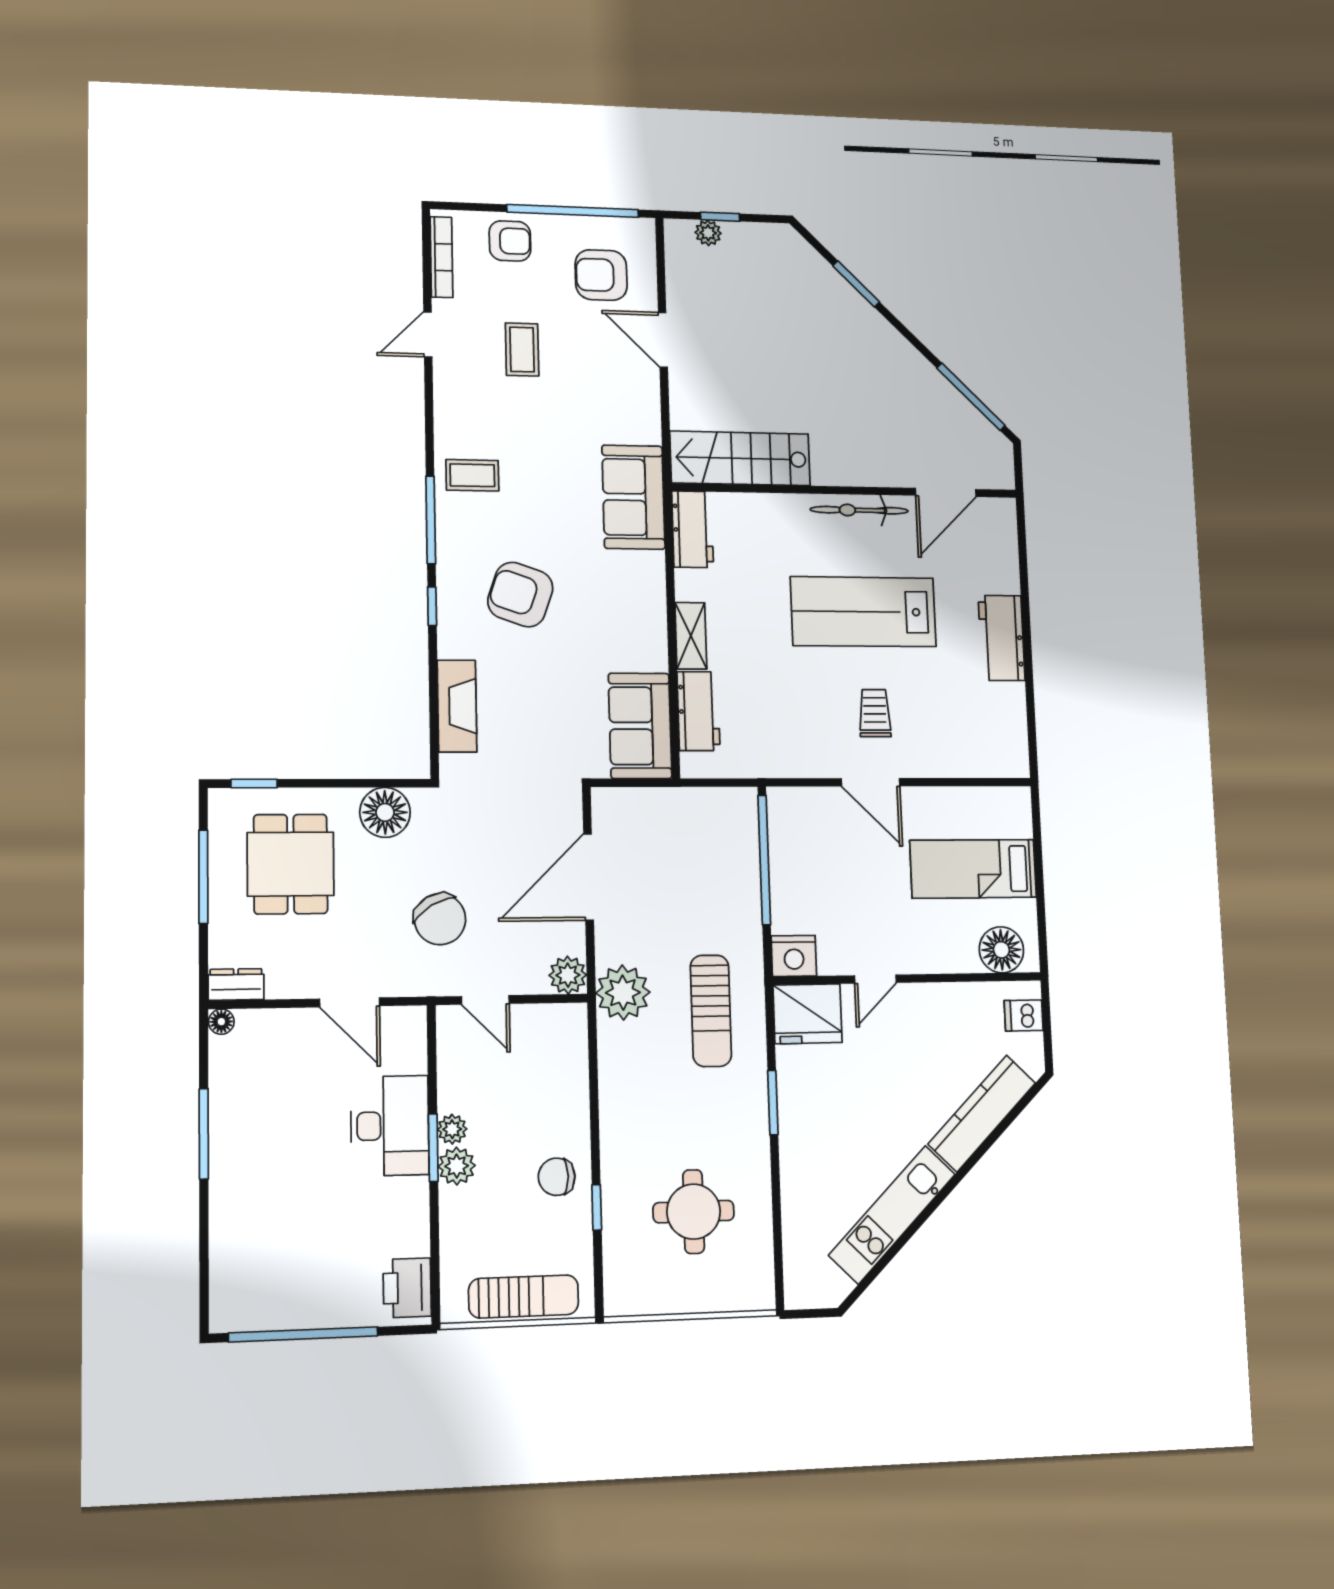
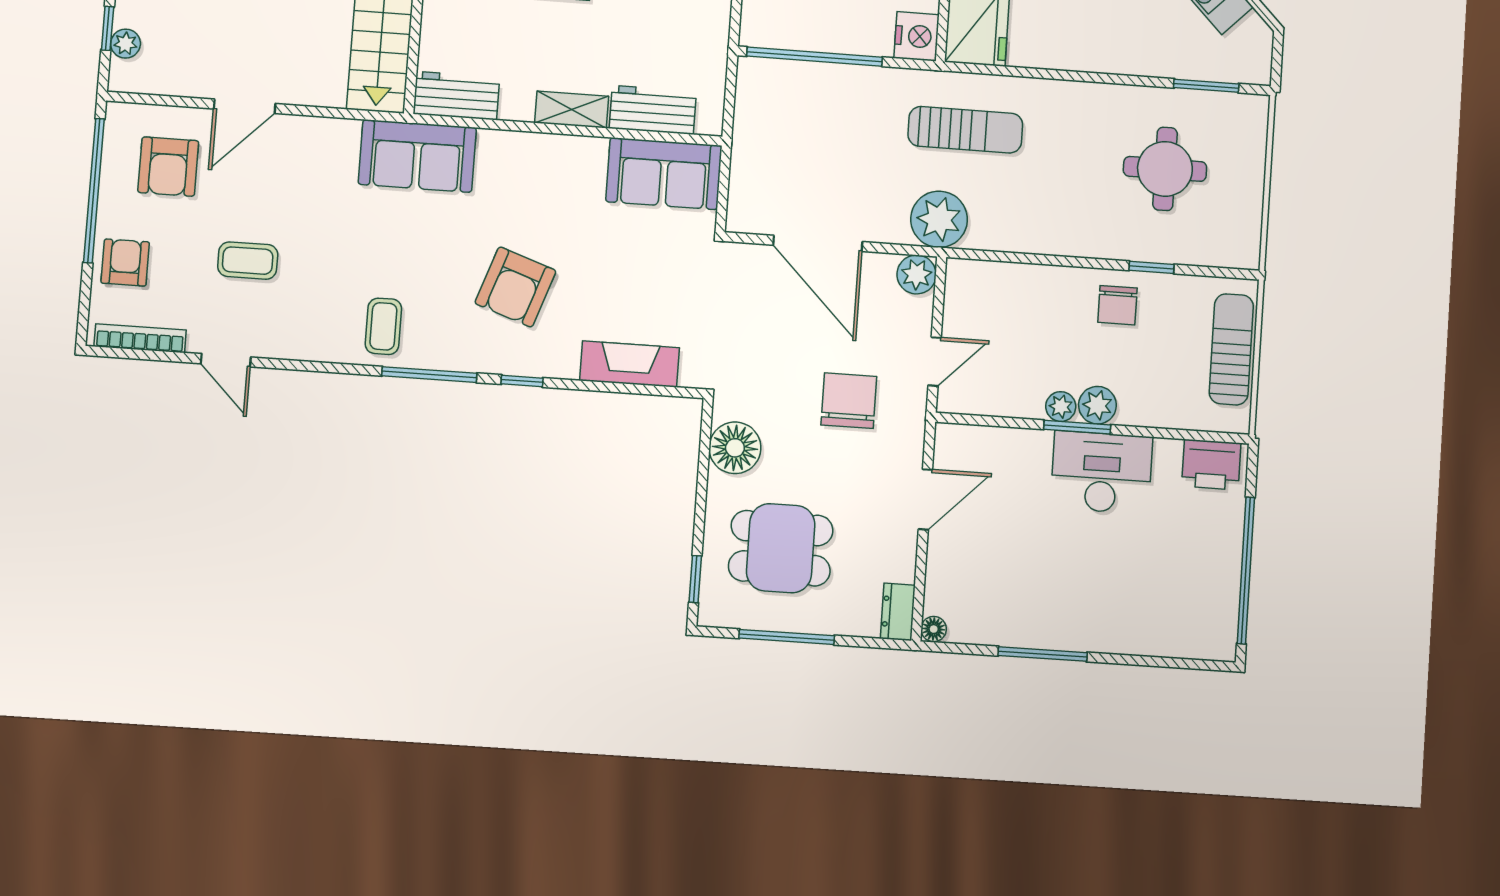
chair: (440, 919) -> (849, 401), turned -59
window: (773, 1103) -> (1206, 86), moved
desk: (390, 1126) -> (1101, 472), moved

